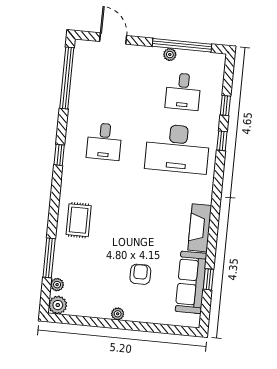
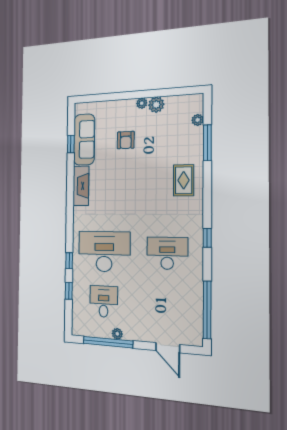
desk: (104, 141) -> (167, 253), width x1.37
plant: (58, 305) -> (156, 105), moved

